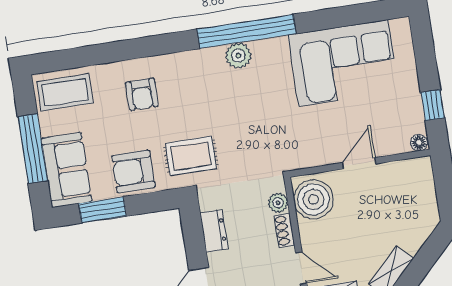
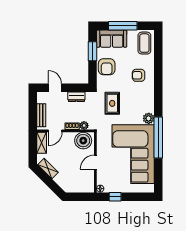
window: (246, 31) -> (158, 138), moved
corner sofa: (343, 63) -> (133, 154), width x1.36, depth x1.36
rug: (191, 156) -> (112, 103), moved
door: (359, 163) -> (95, 162), swing flipped
armchair: (133, 172) -> (107, 67), turned 180

